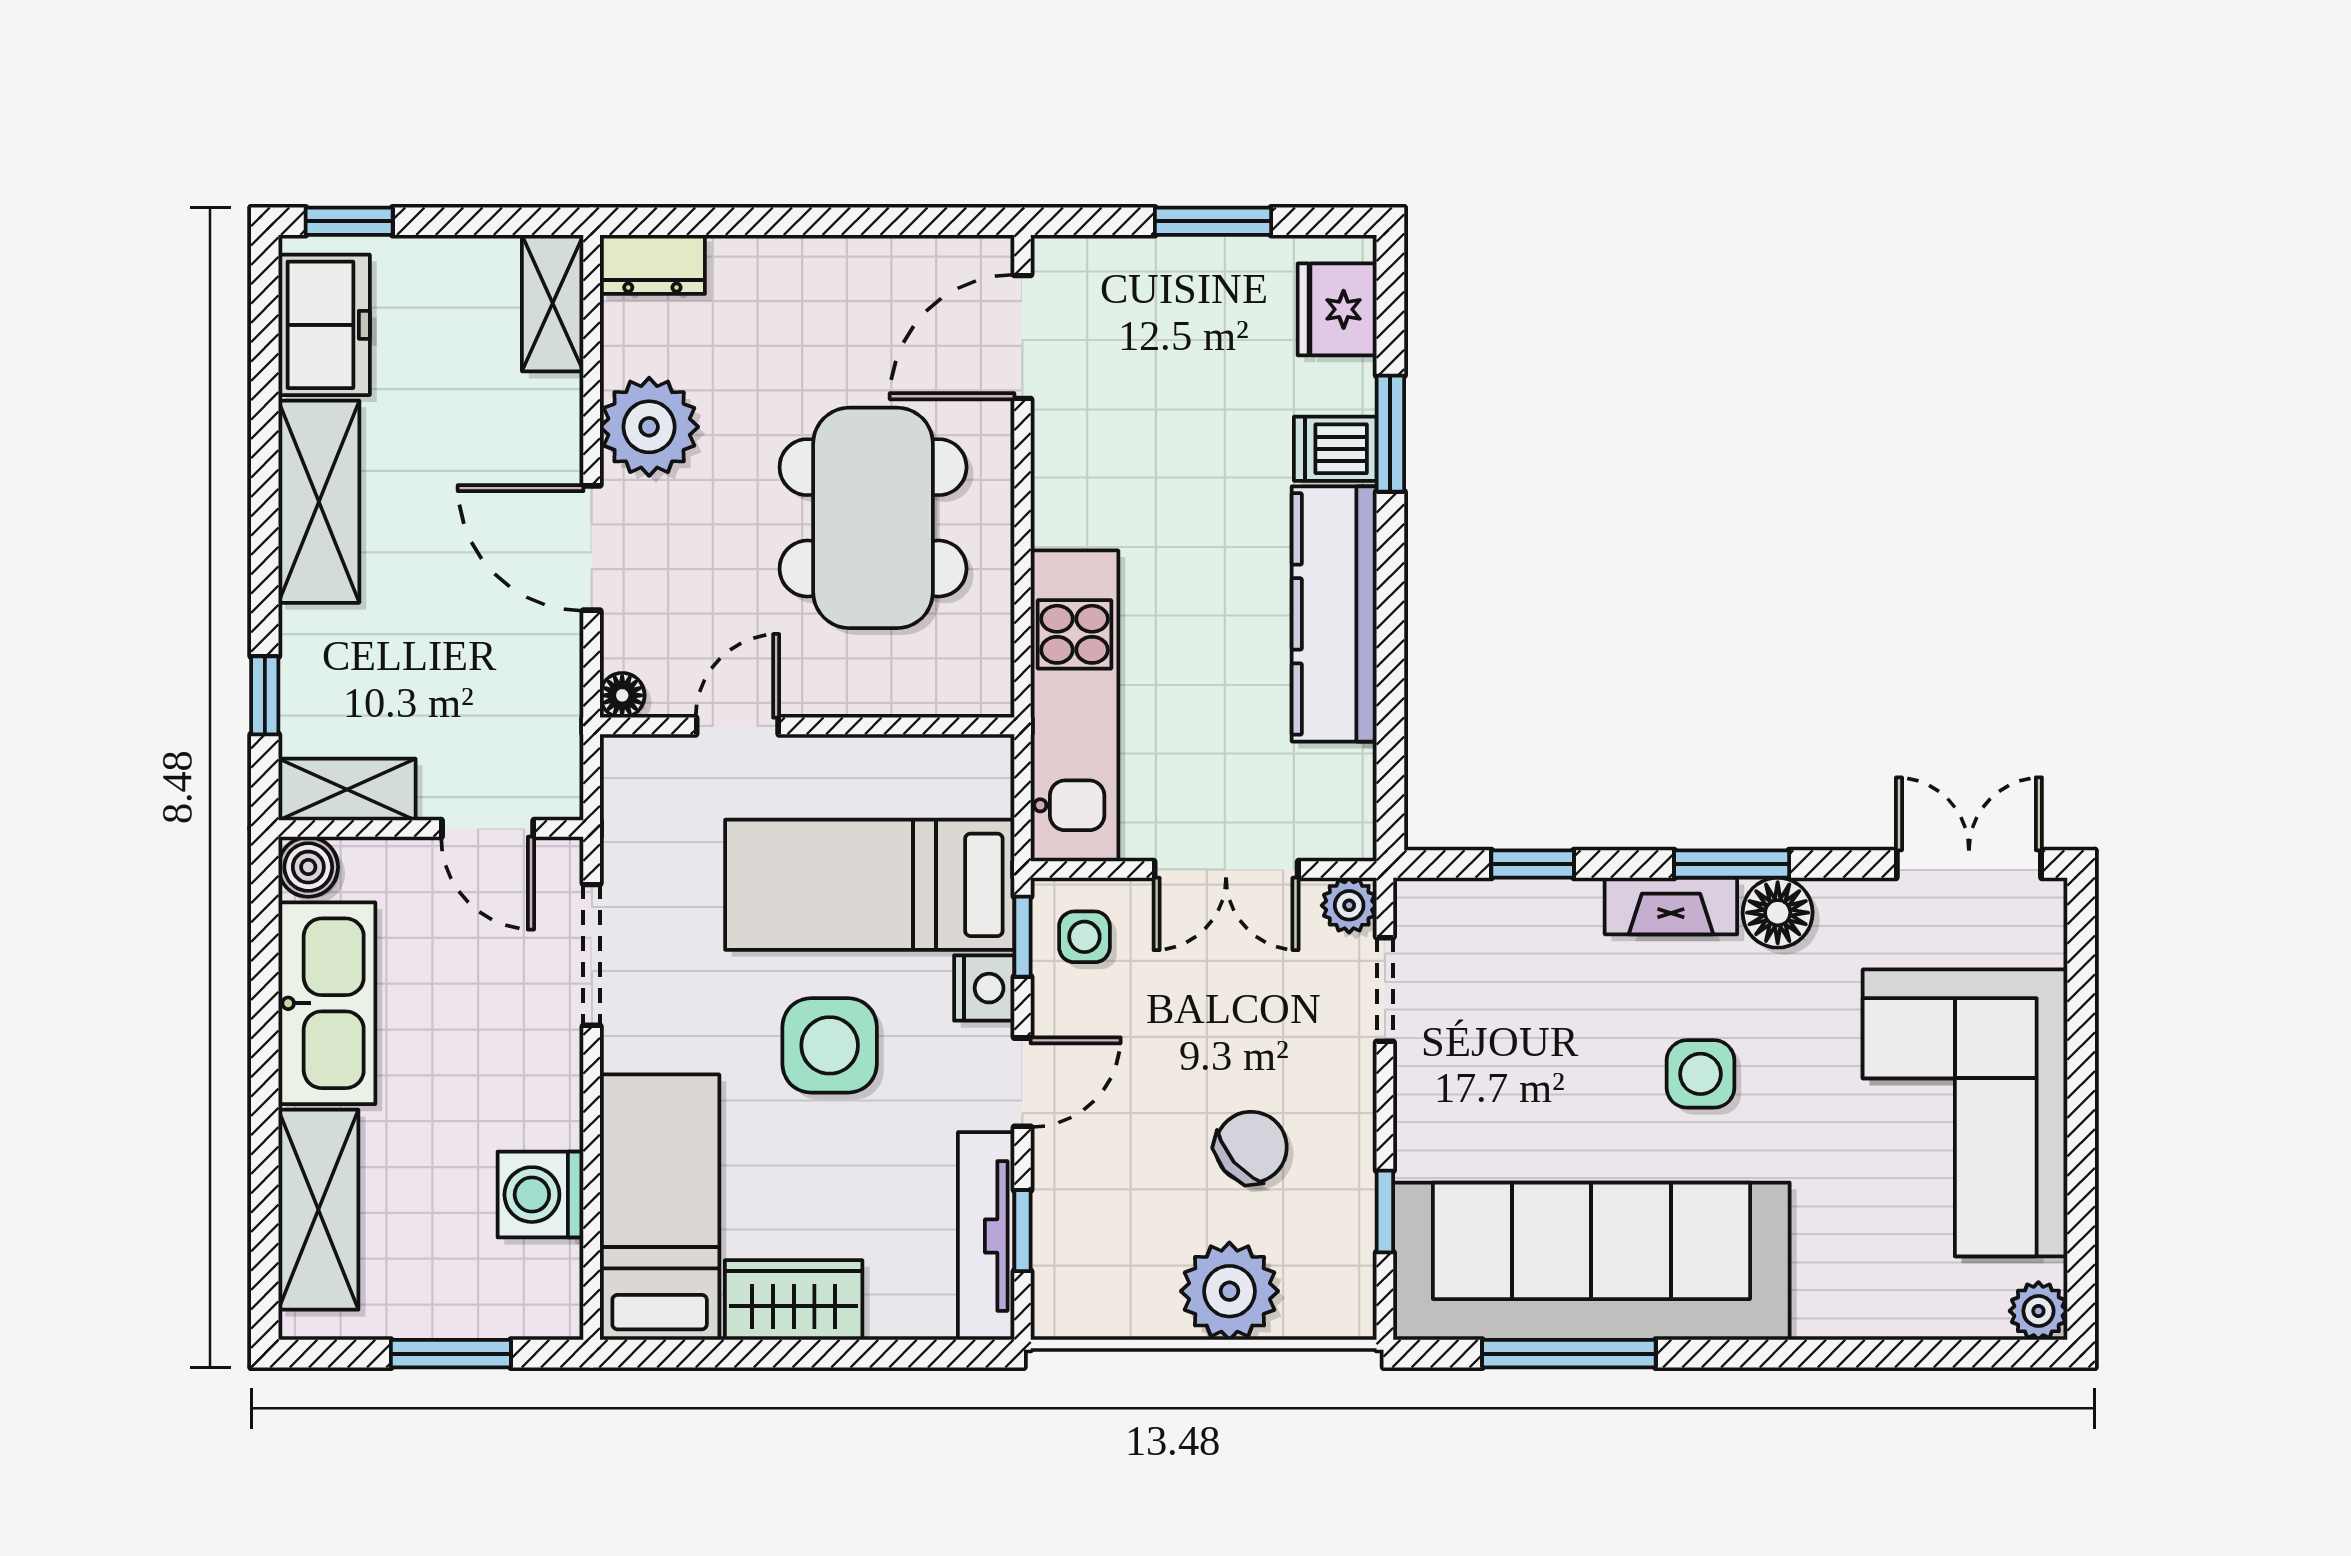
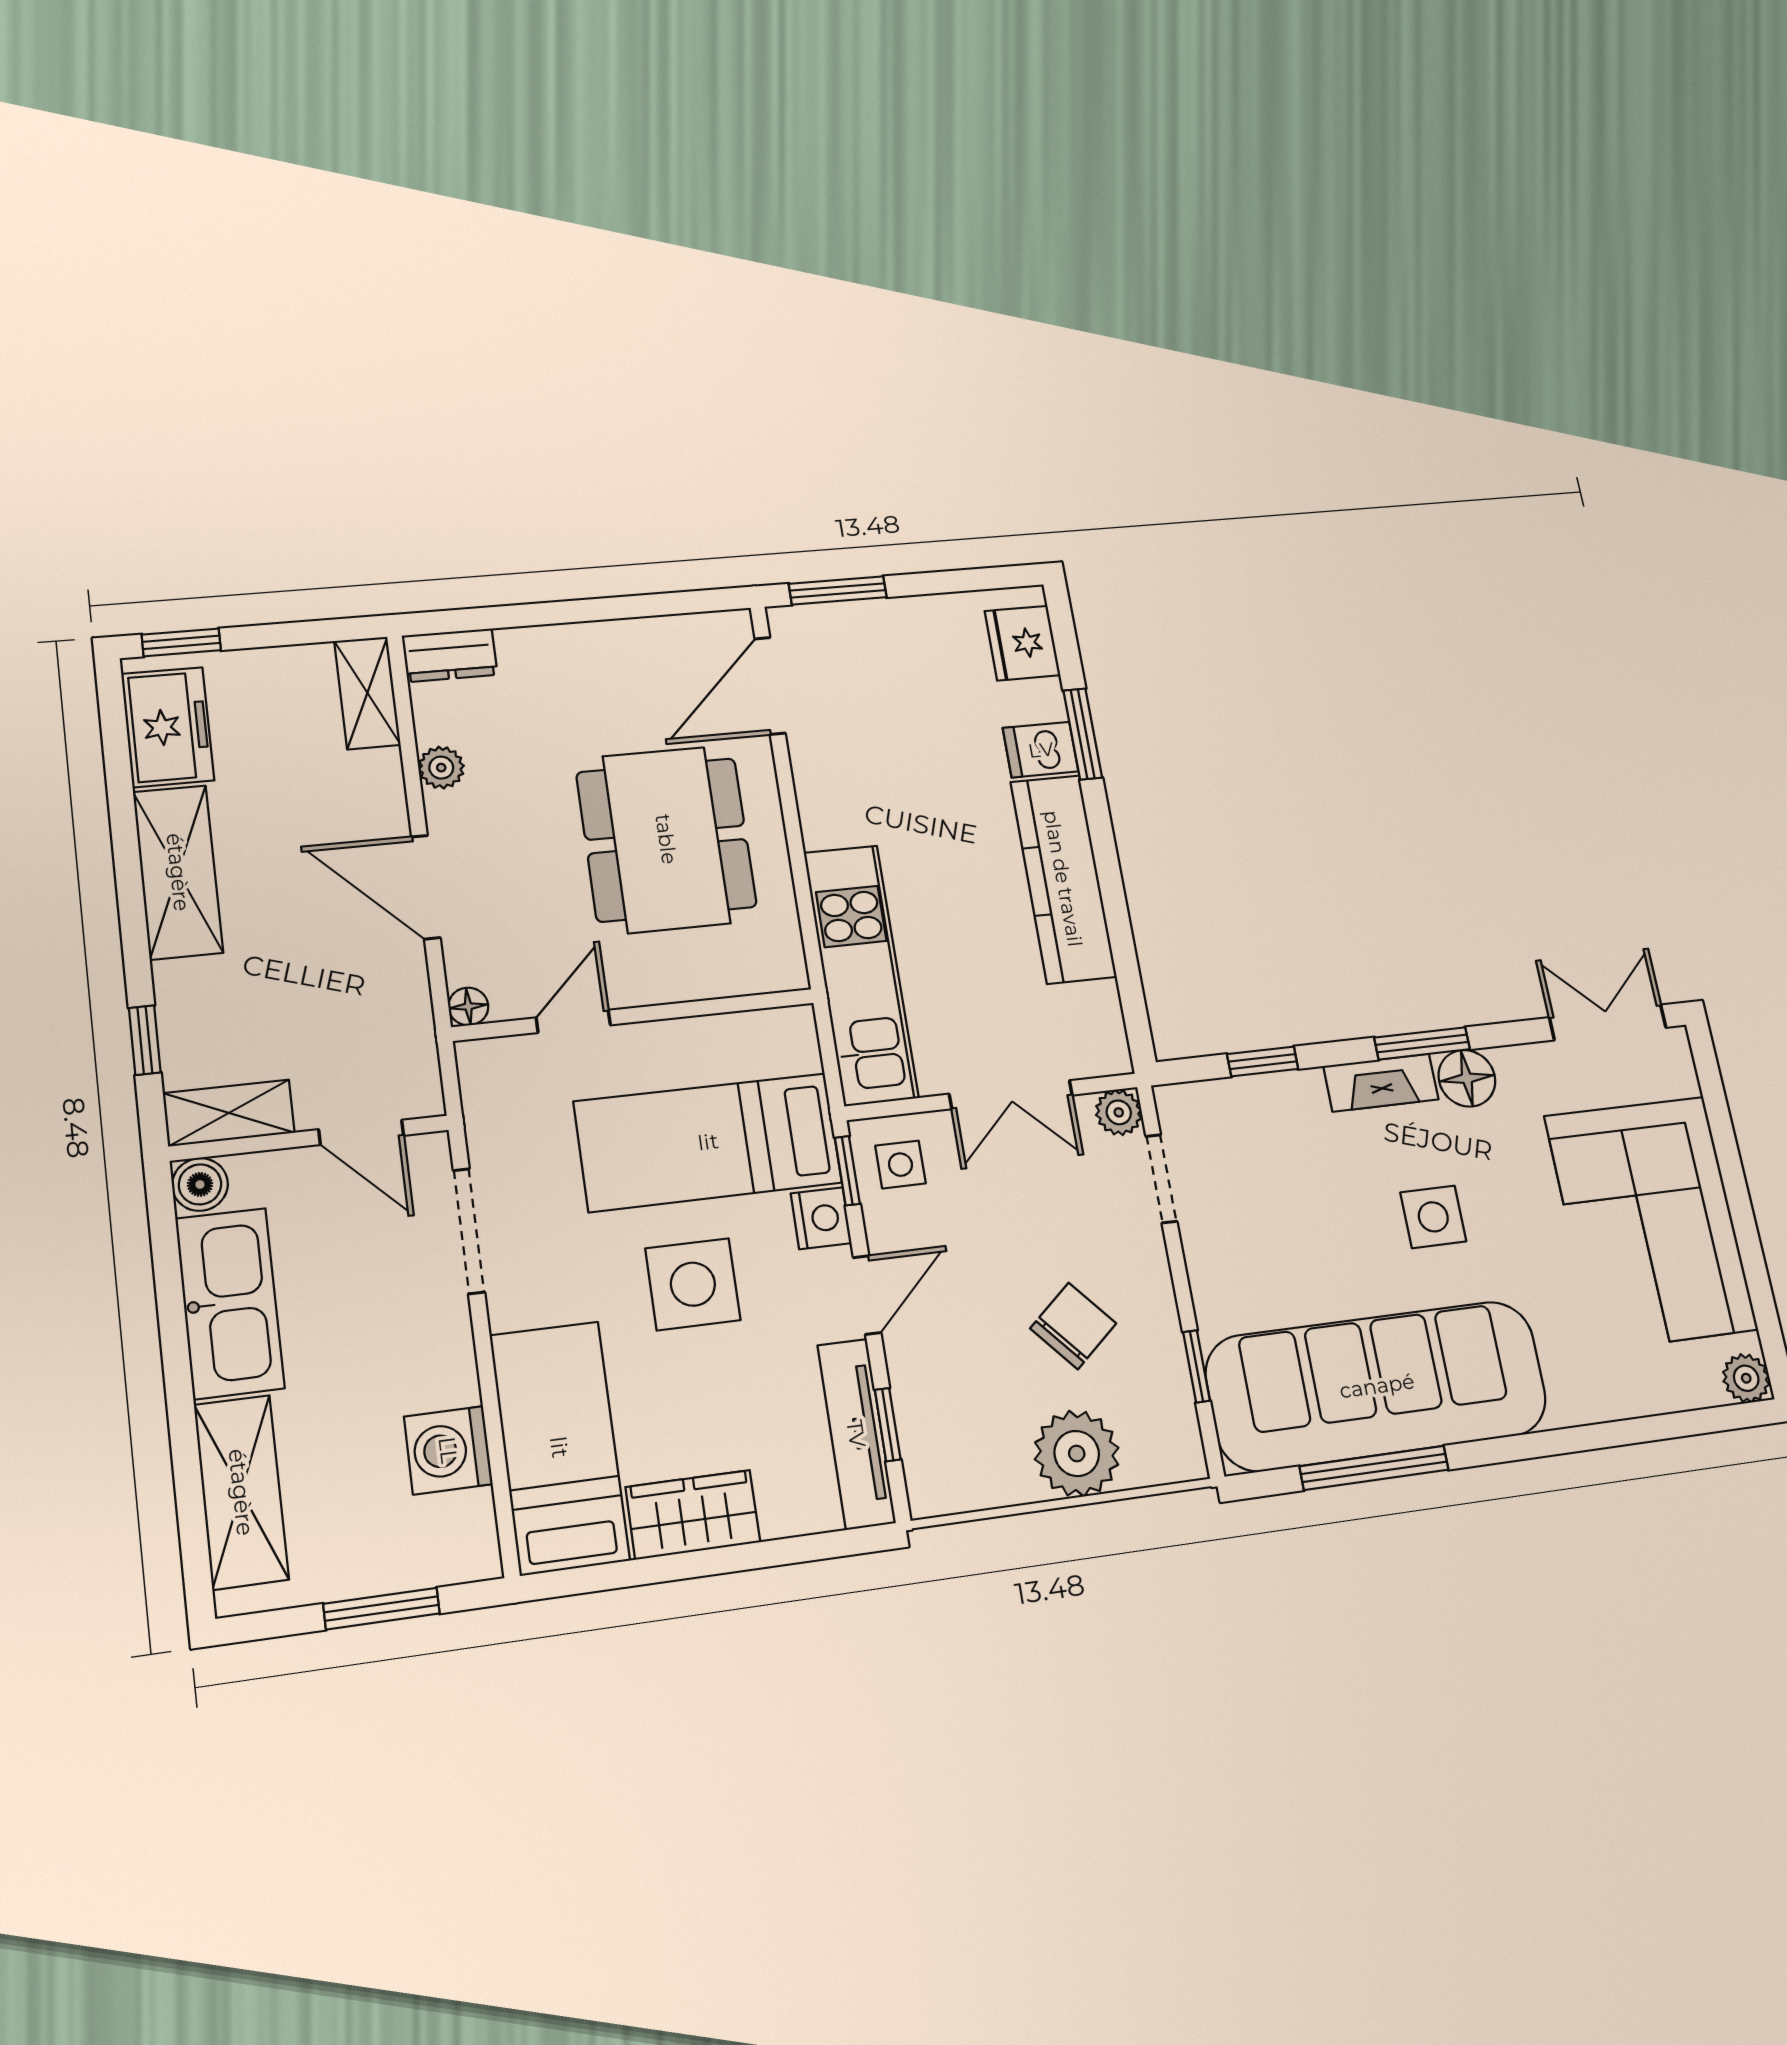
window: (1213, 221) -> (838, 590), moved
plant: (649, 427) -> (441, 768), width x0.53, depth x0.53

